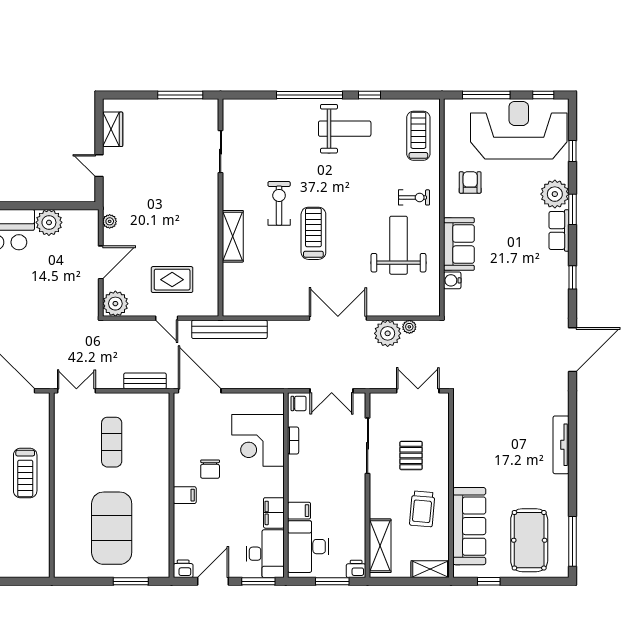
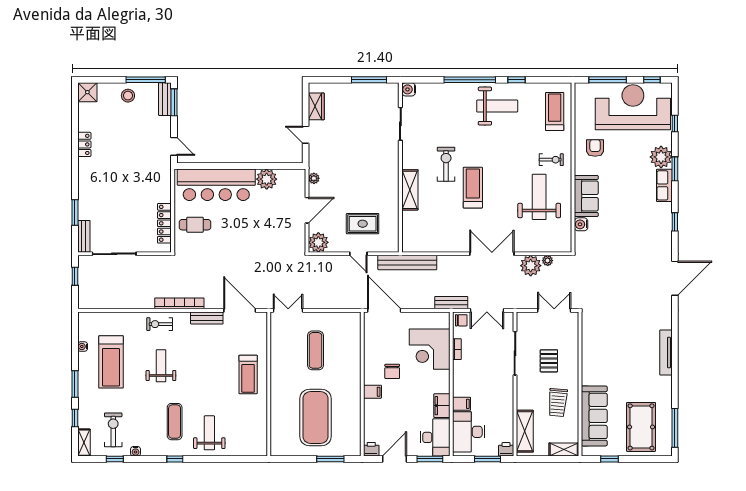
water cooler: (231, 107) -> (409, 89), added
bench: (145, 381) -> (451, 303), moved

